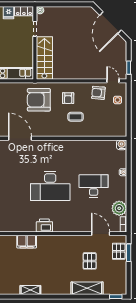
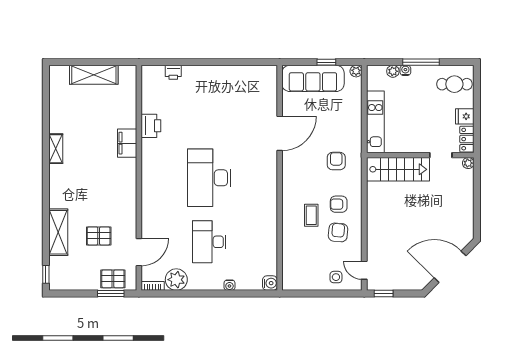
door: (113, 81) -> (364, 270), swing flipped
armchair: (98, 93) -> (338, 232), moved
armchair: (39, 100) -> (336, 161), width x0.53, depth x0.53
desk: (94, 186) -> (209, 242), turned 180
printer: (44, 226) -> (151, 126), moved

